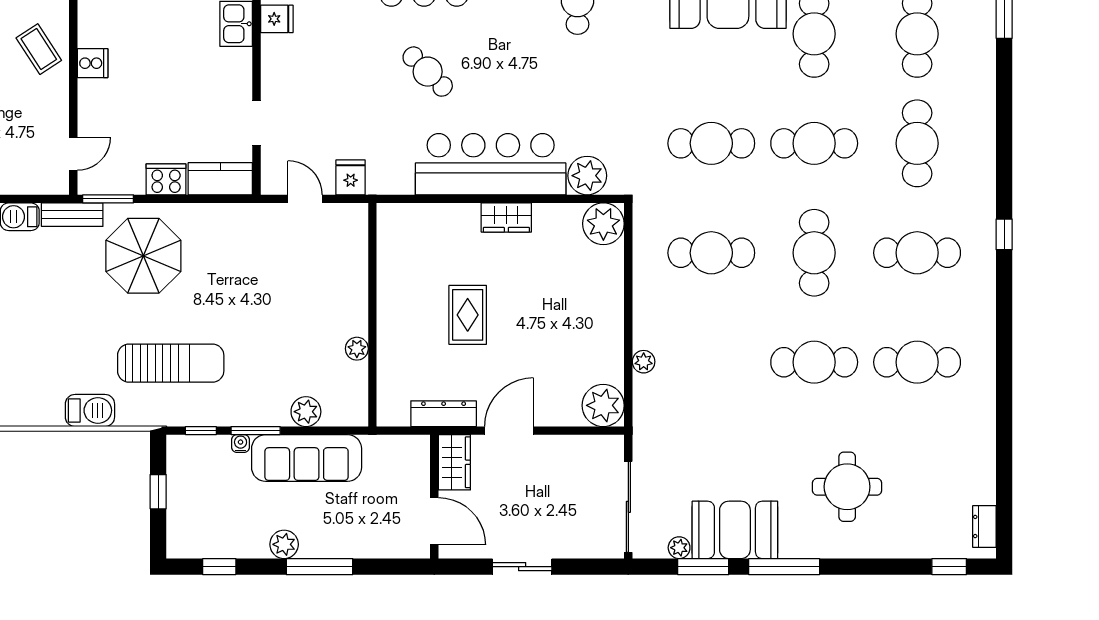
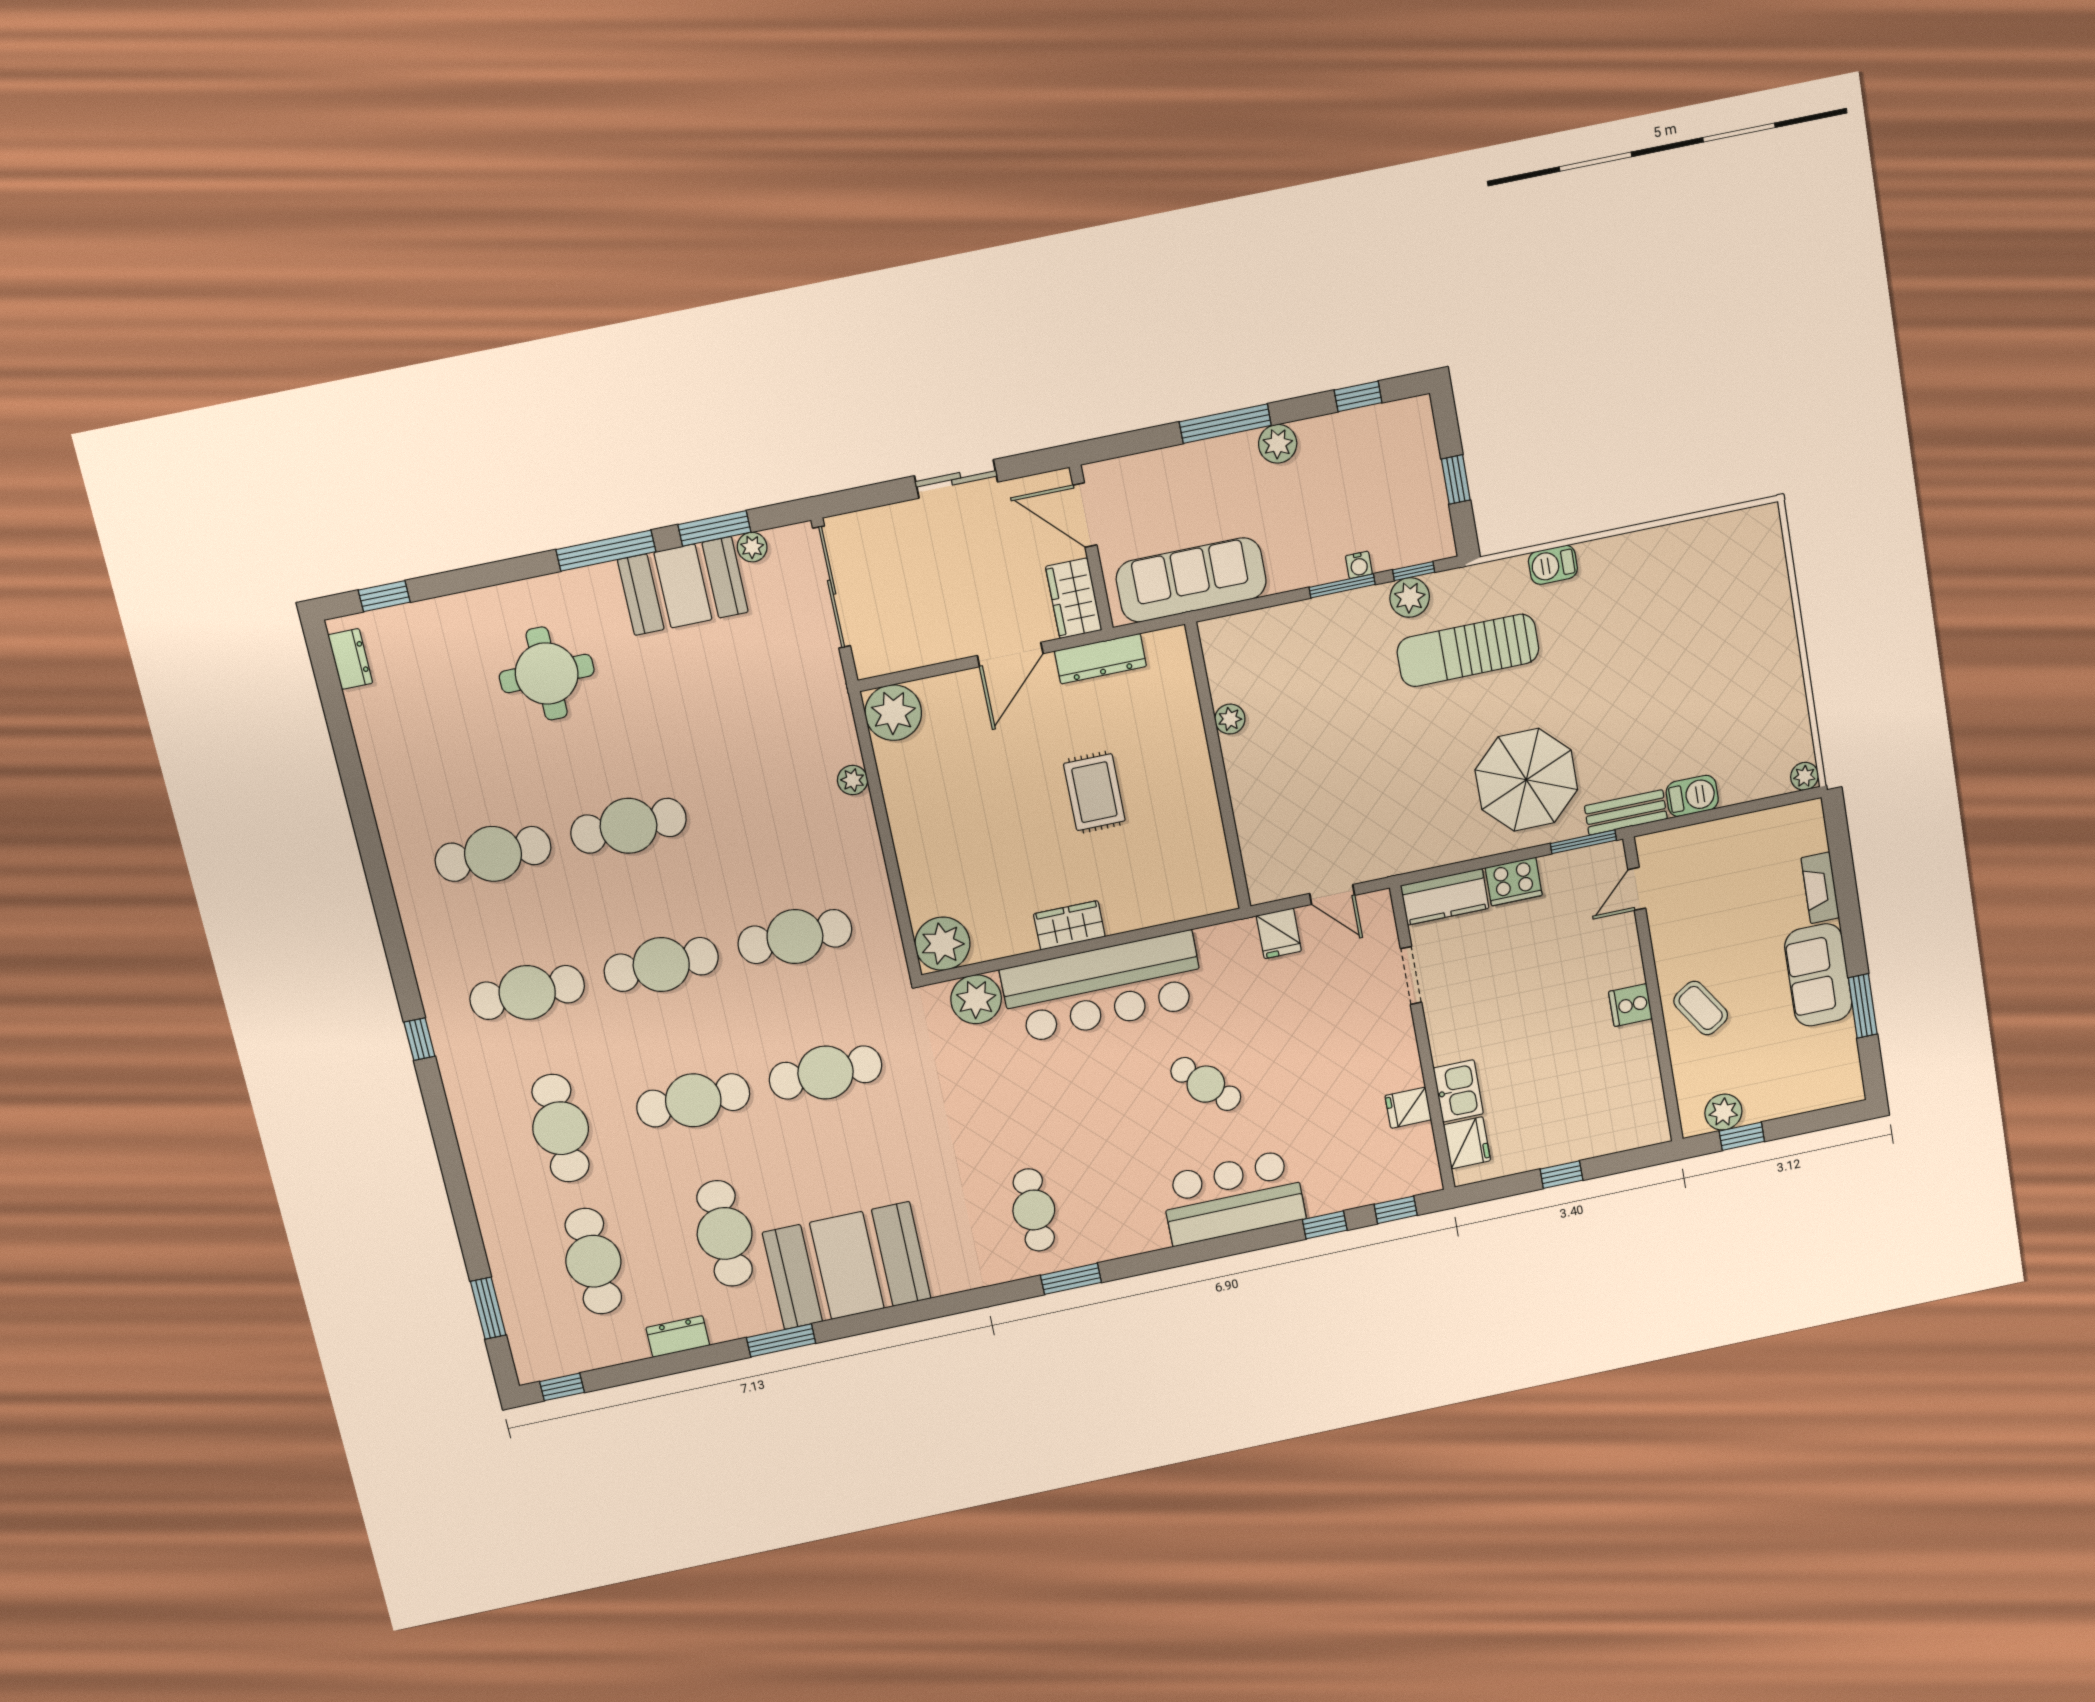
cafe table: (814, 253) -> (661, 964), turned 90
barbecue: (90, 410) -> (1553, 565), width x0.73, depth x0.79
plant: (306, 412) -> (1410, 597), moved
sofa: (307, 458) -> (1191, 580), moved

